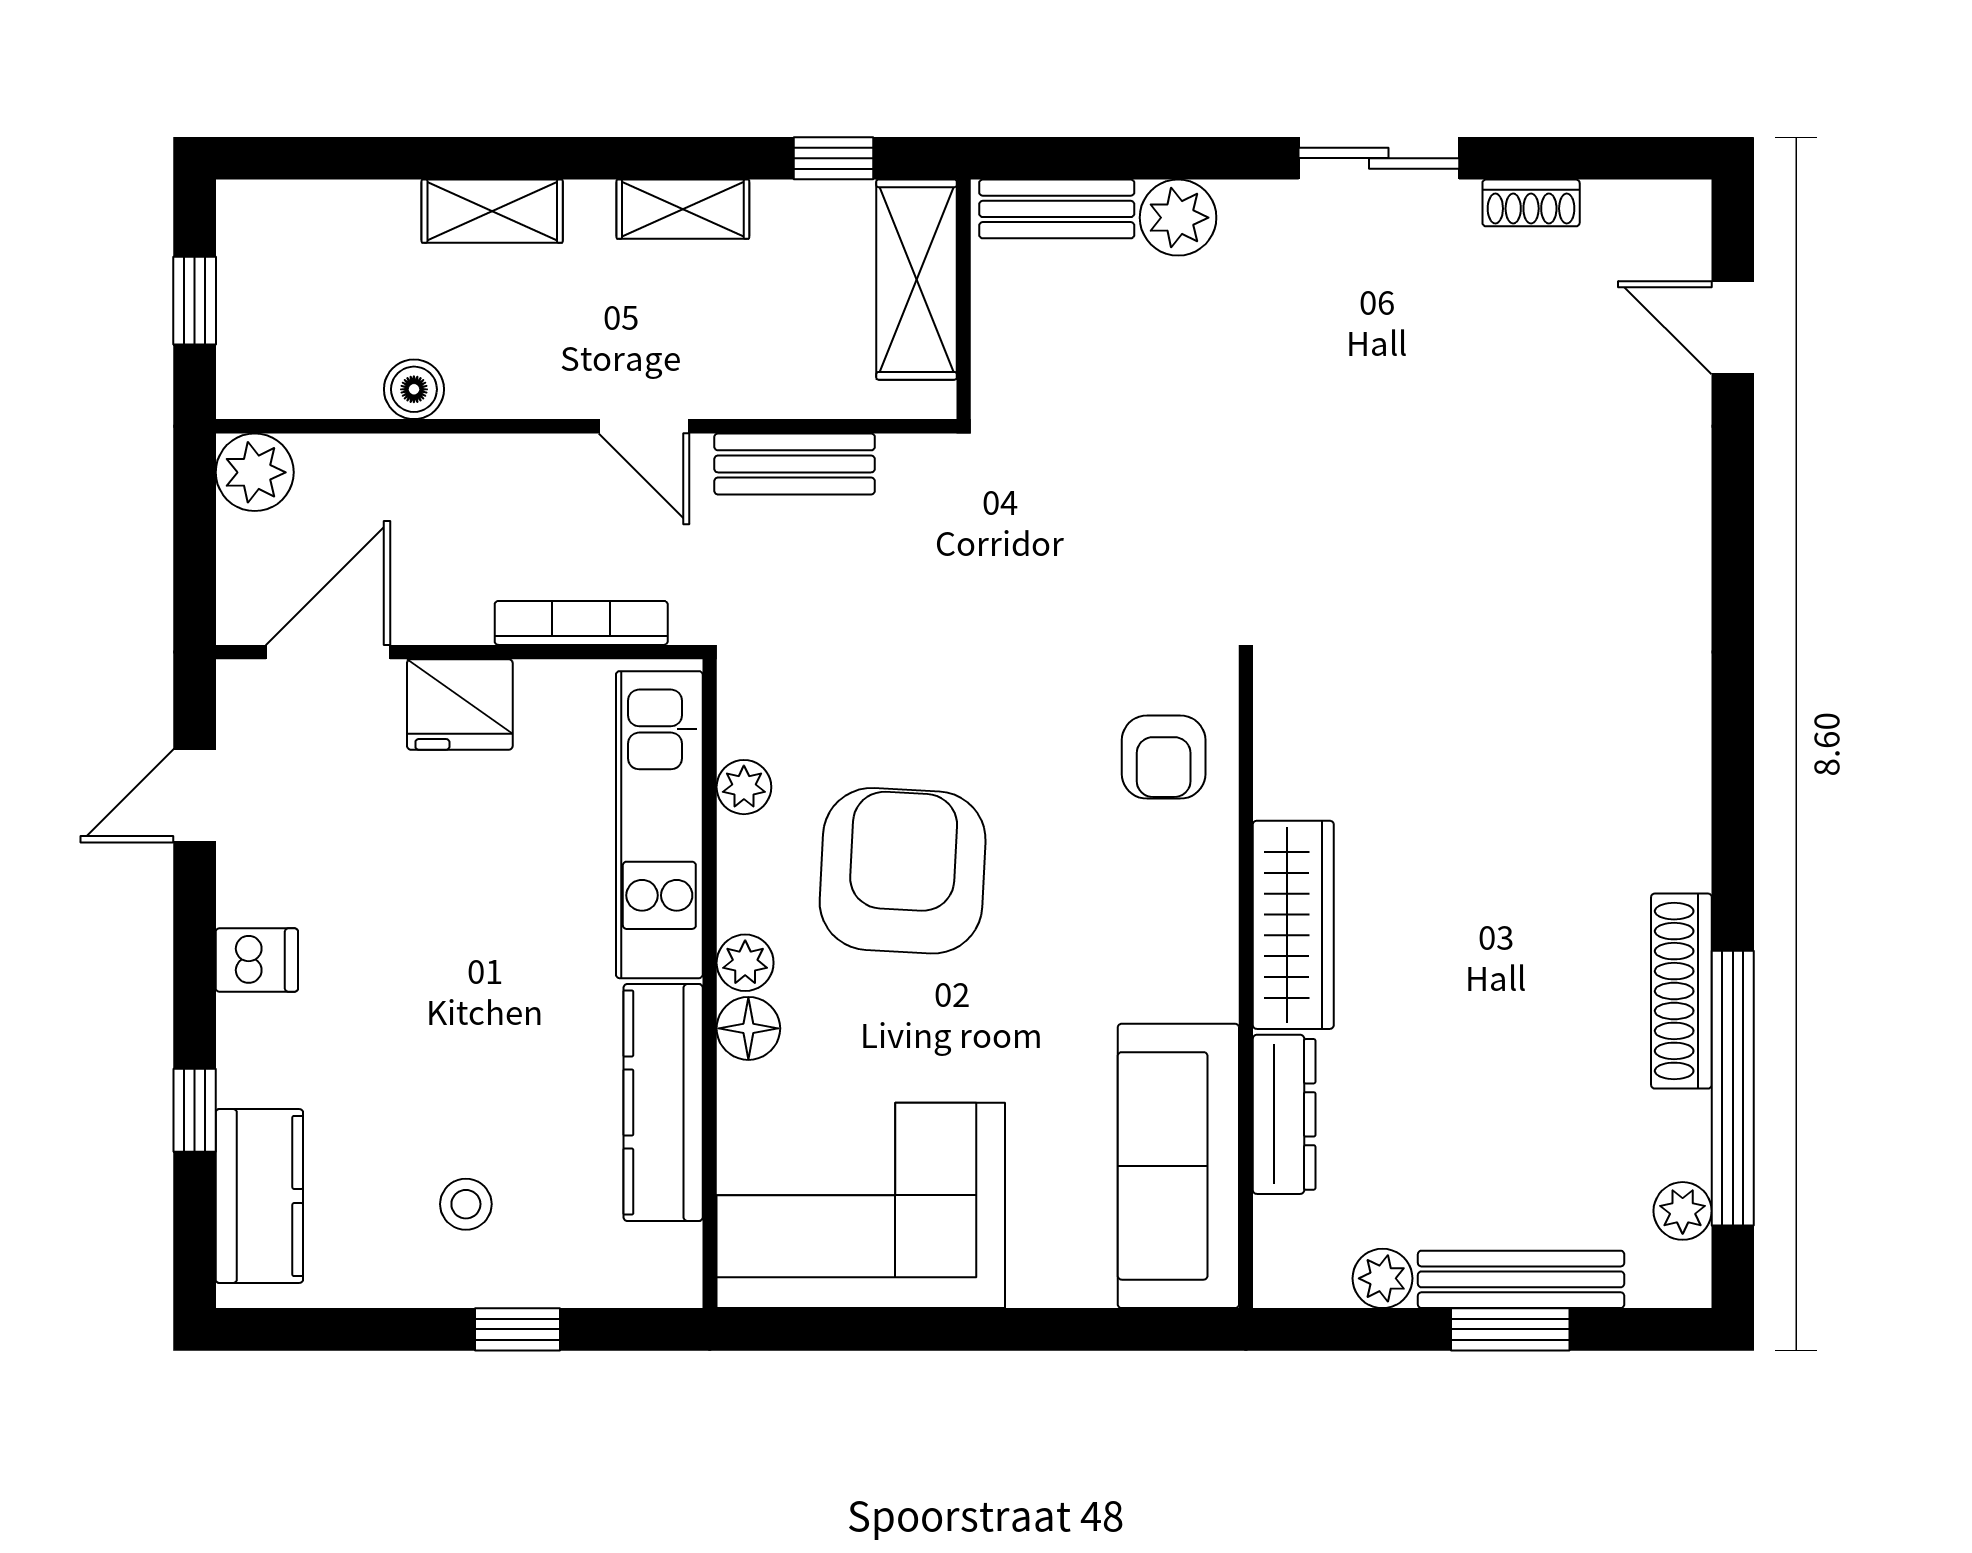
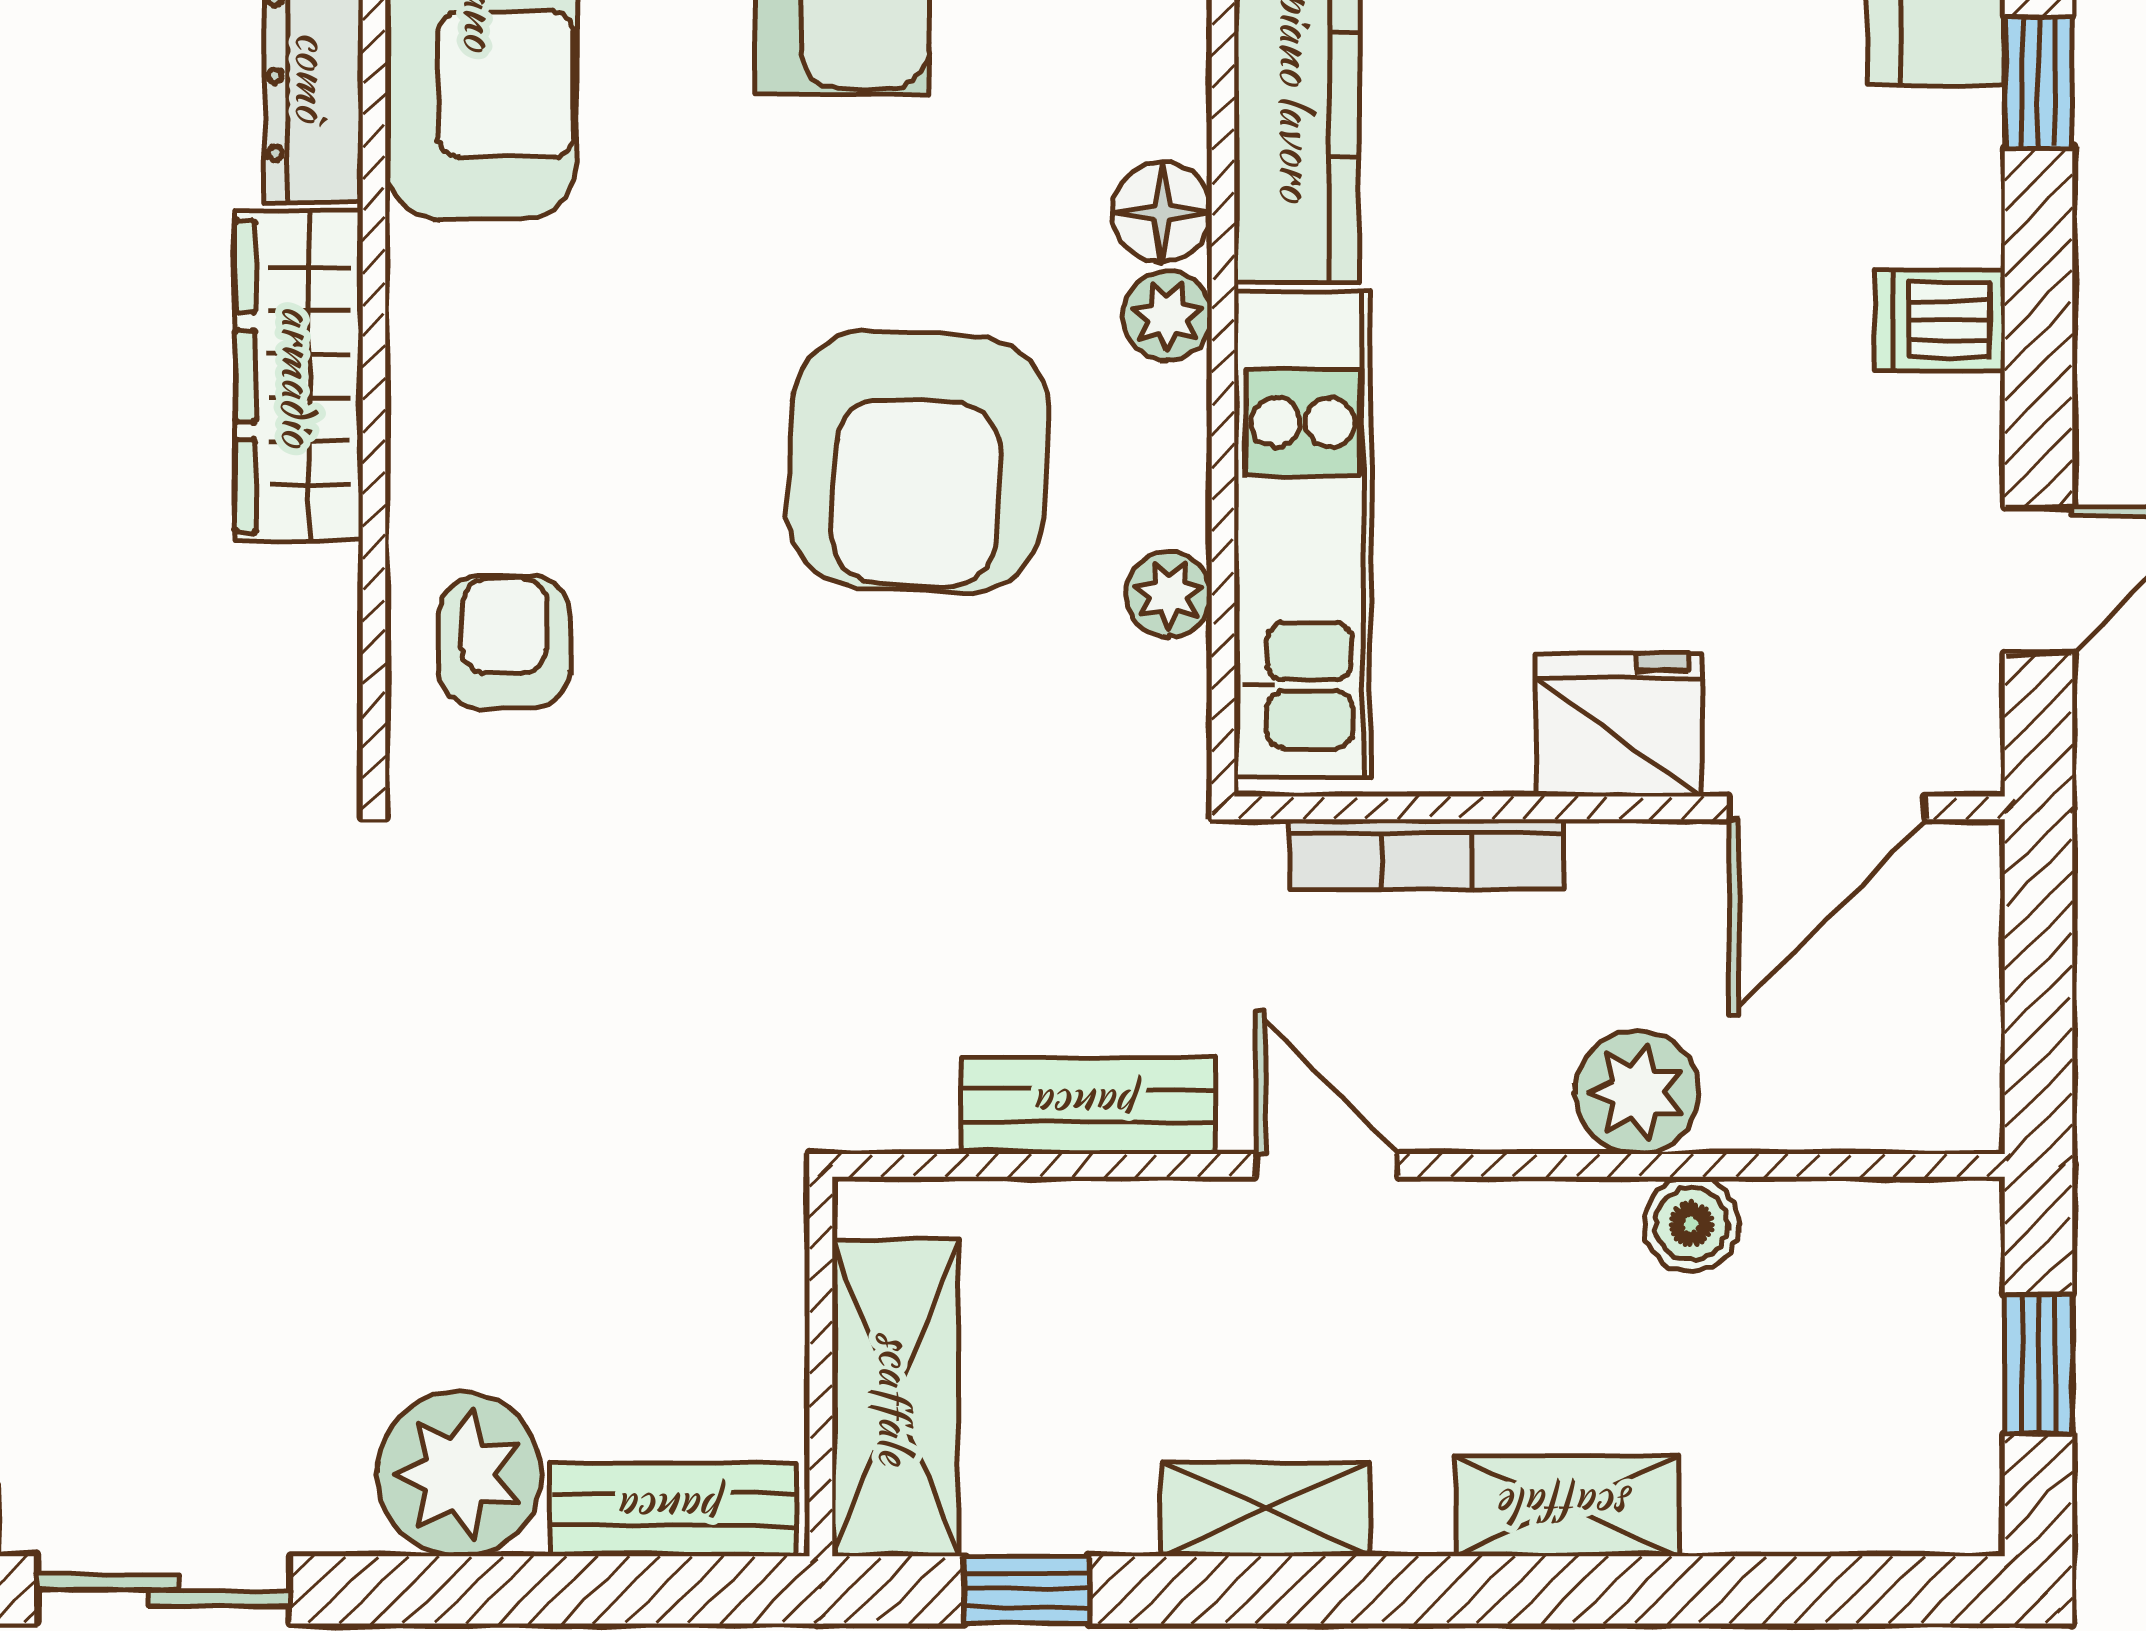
plant: (1178, 218) -> (459, 1474), width x1.36, depth x1.36
plant: (255, 472) -> (1637, 1093), moved

